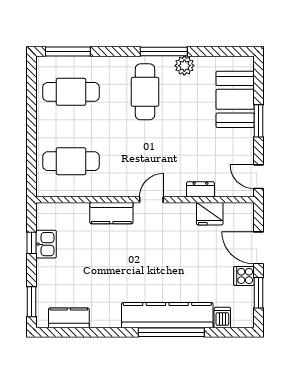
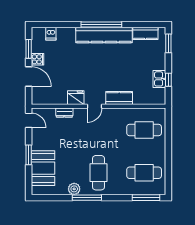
fridge: (210, 214) -> (76, 98), moved
kitchen counter: (167, 315) -> (104, 35), moved
window: (171, 332) -> (101, 24), moved

